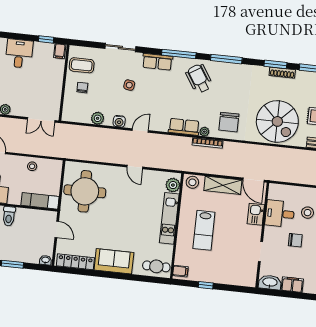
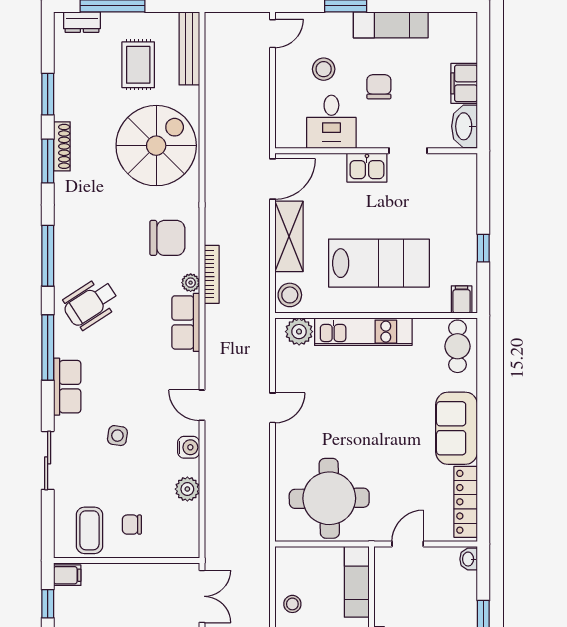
kitchen sink: (256, 214) -> (367, 168), moved
lab bench: (204, 230) -> (379, 263), width x1.36, depth x1.39

